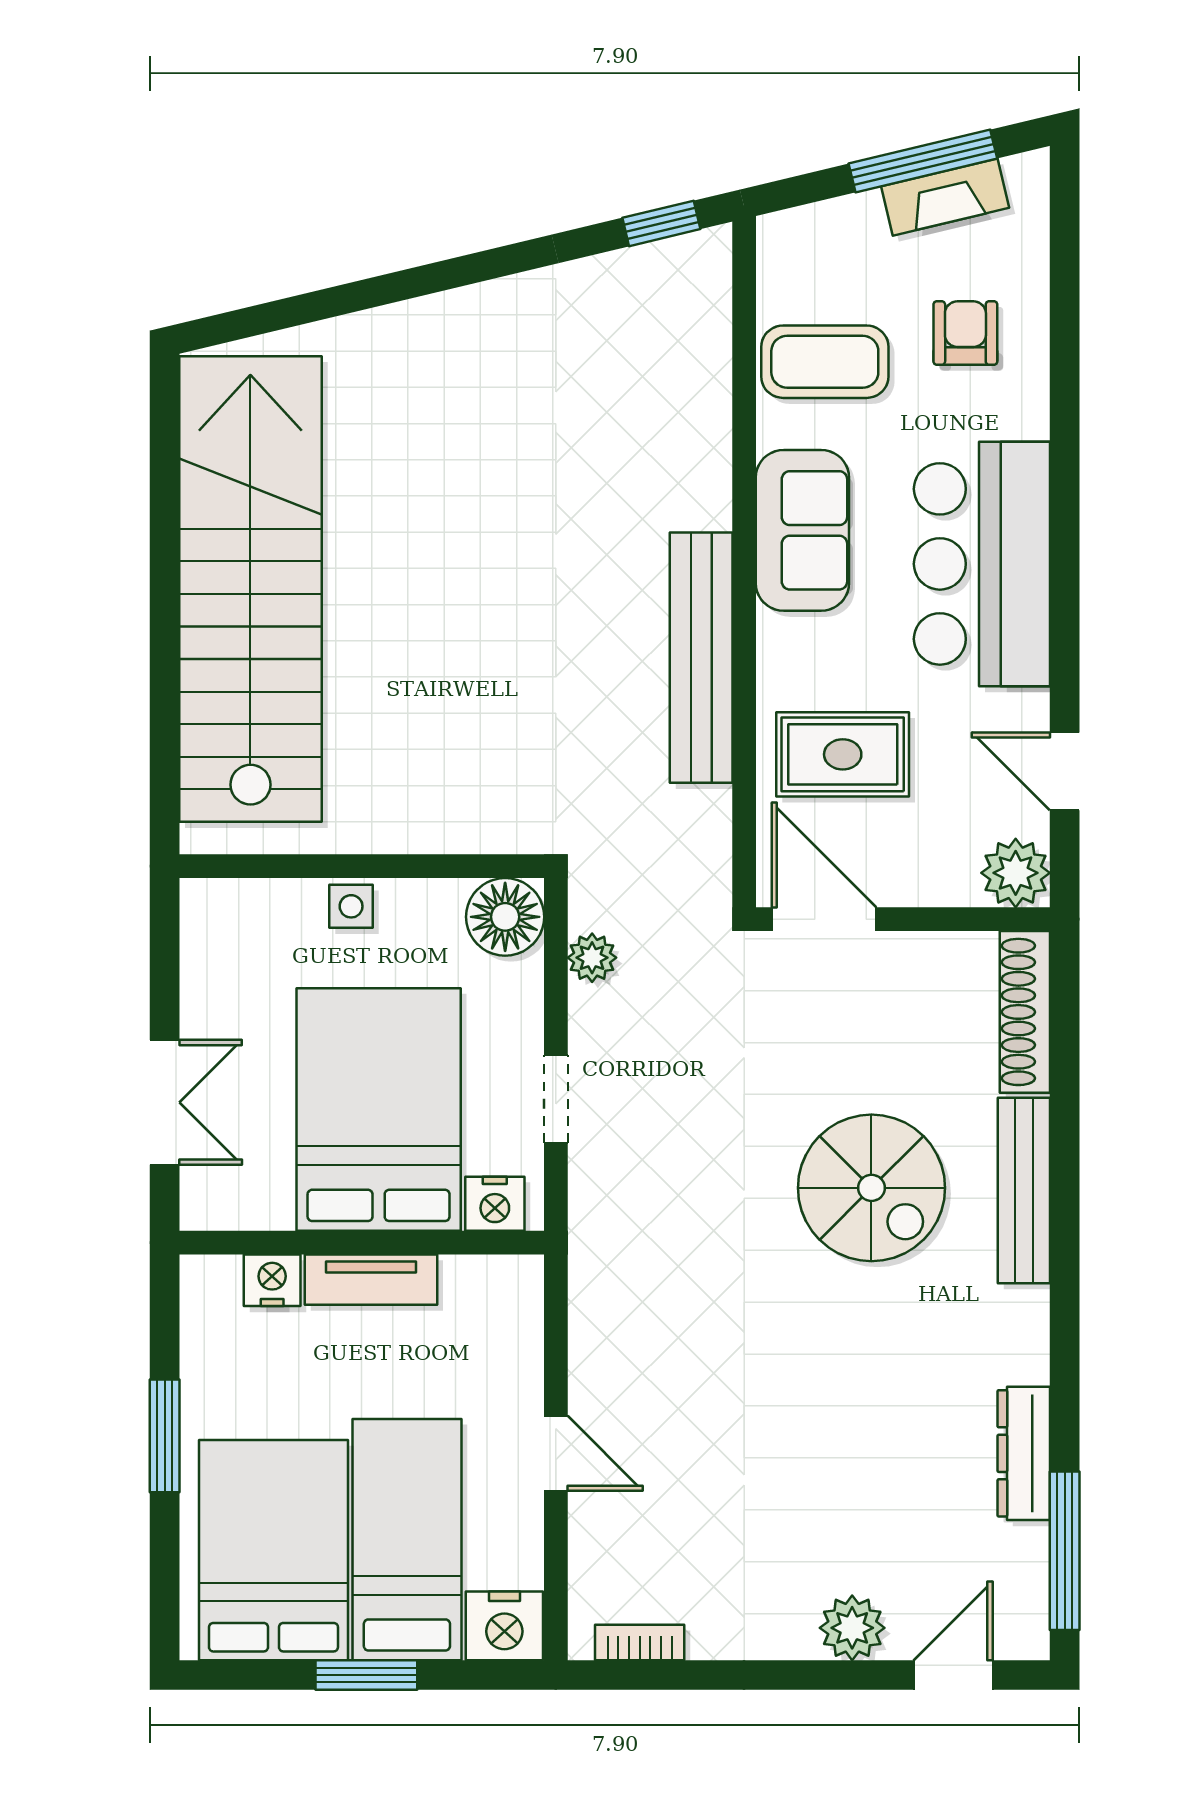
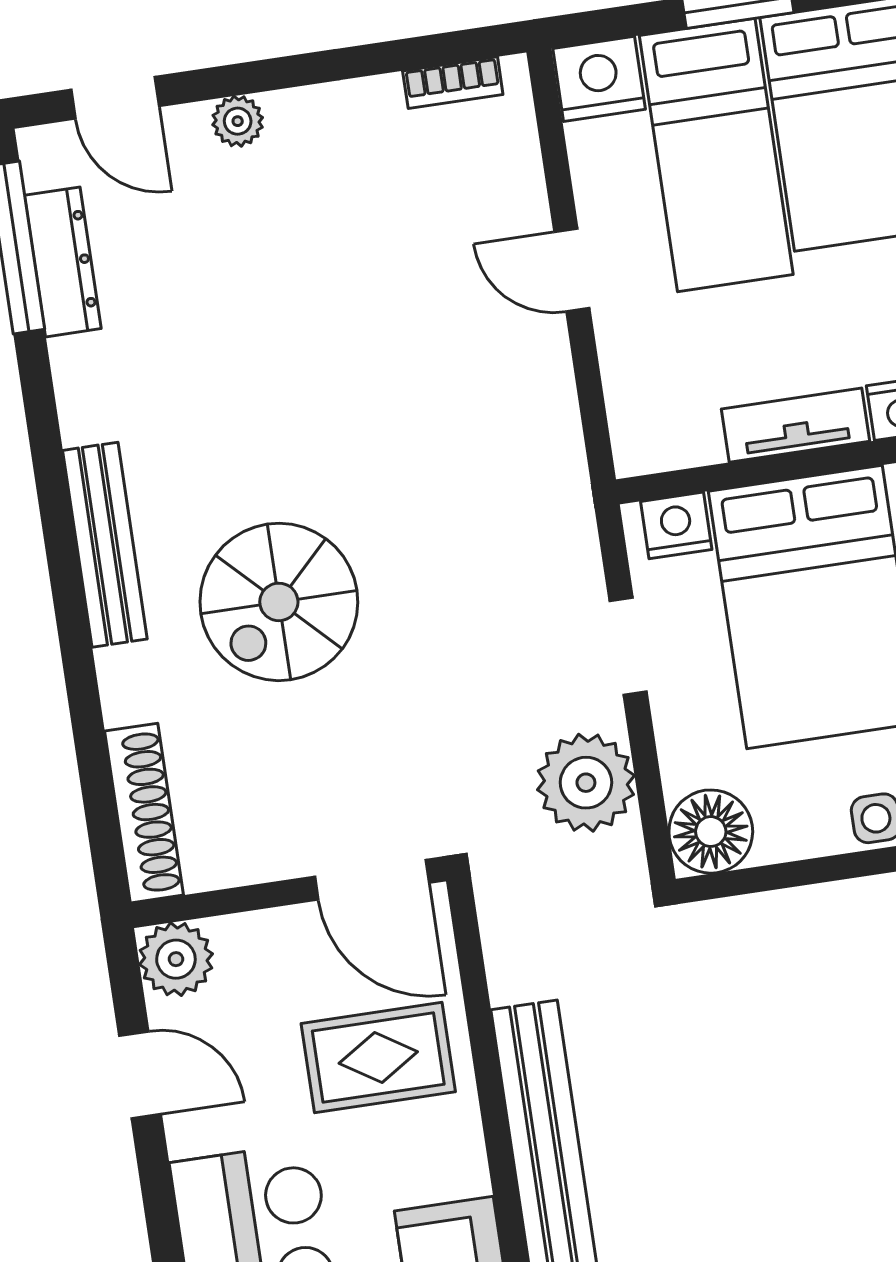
plant: (592, 958) -> (586, 783), width x1.87, depth x1.87
spiral stairs: (871, 1188) -> (279, 602), turned -90
bench: (1024, 1191) -> (105, 545), moved
dresser: (1024, 1453) -> (63, 262), moved
plant: (852, 1628) -> (238, 121), width x0.73, depth x0.73
door: (953, 1675) -> (115, 98), hinge flipped

